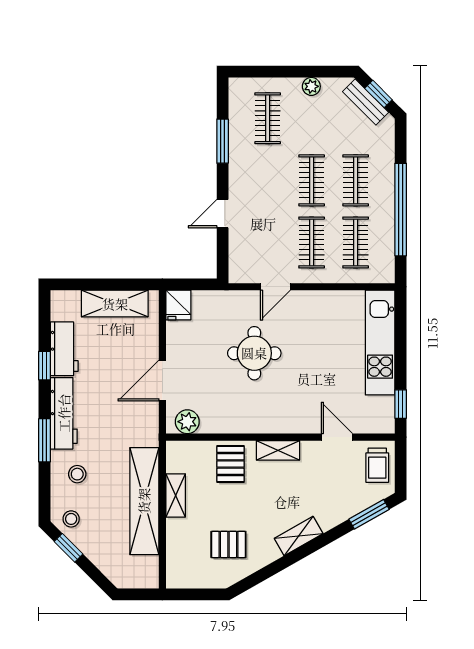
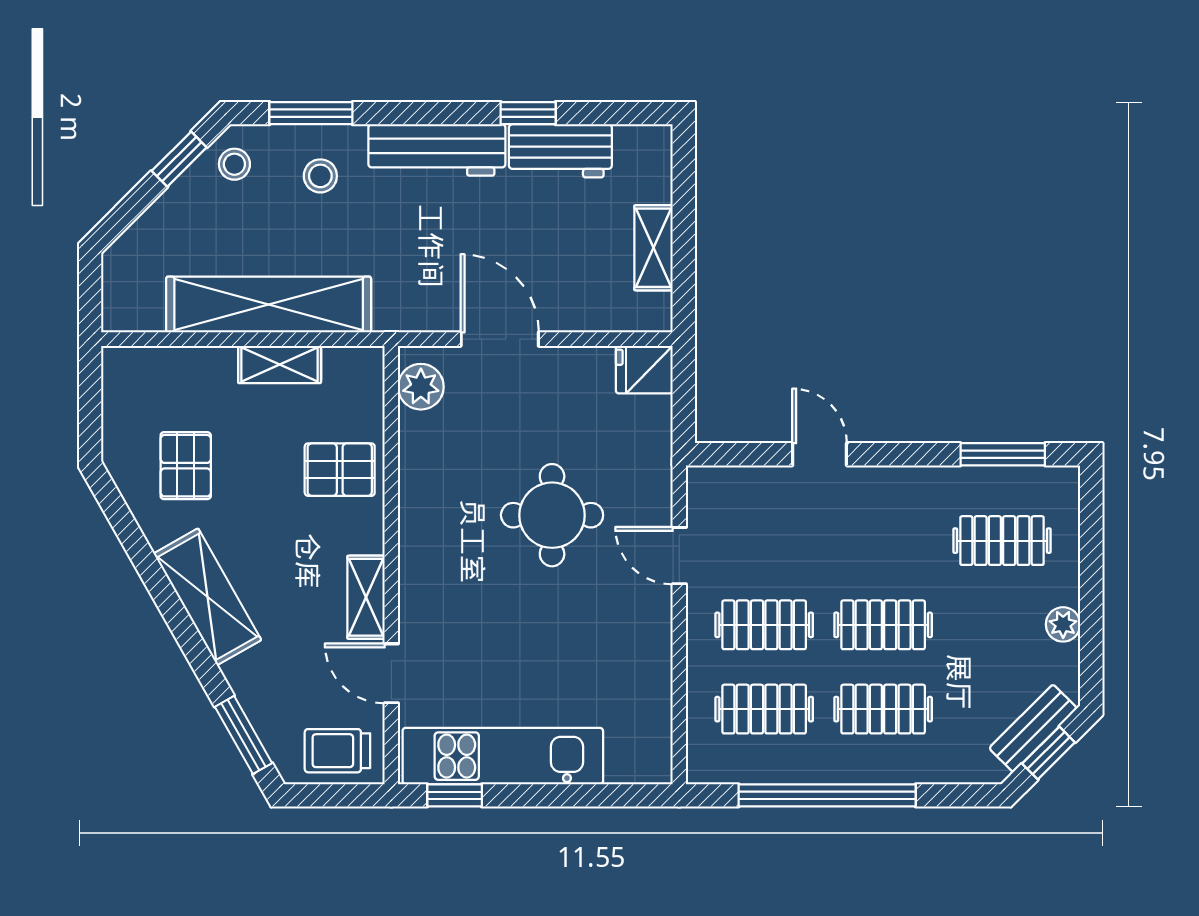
window: (223, 141) -> (1003, 454), moved
shelving: (115, 304) -> (653, 248), width x0.67, depth x0.75
kitchen unit: (380, 343) -> (503, 756), moved
door: (337, 437) -> (391, 673), swing flipped
window: (44, 440) -> (311, 113), moved
shelving: (278, 450) -> (366, 597), moved
shelving: (299, 536) -> (207, 597), width x1.50, depth x1.33

